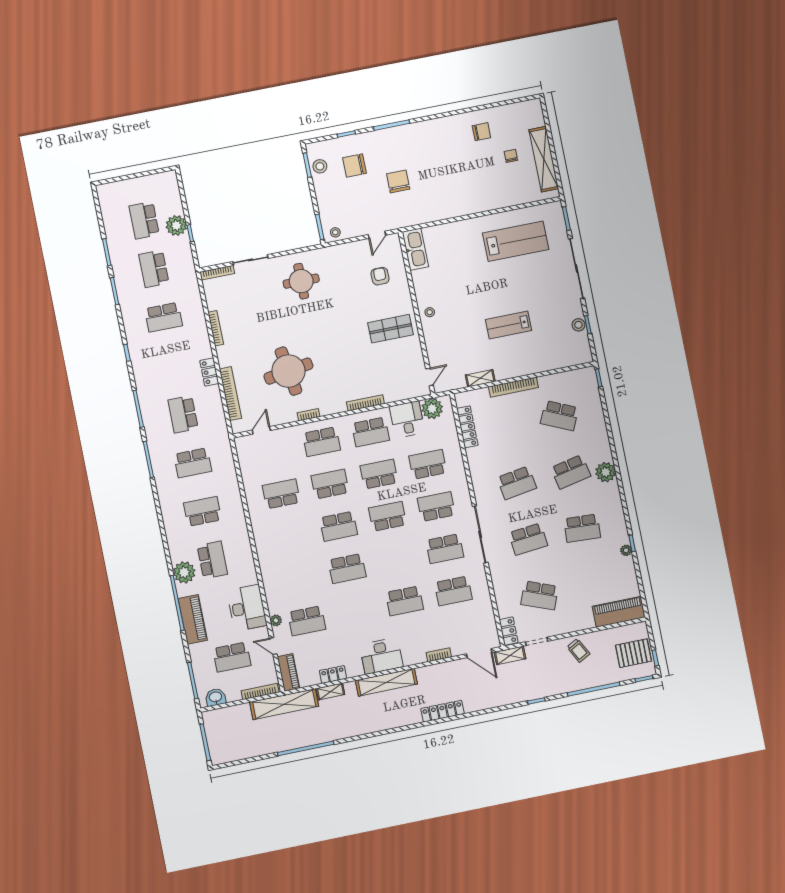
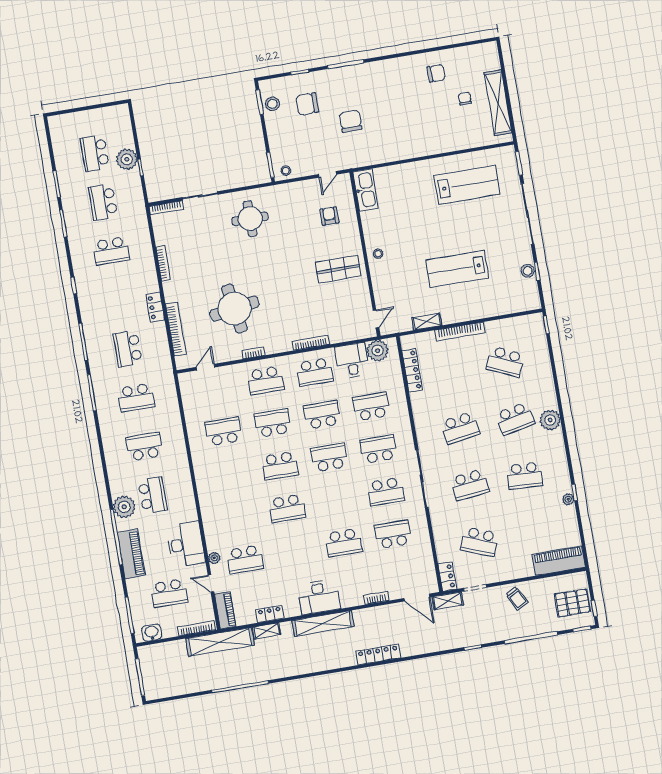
lab bench: (509, 325) -> (457, 269), width x1.36, depth x1.39
school desk: (453, 591) -> (393, 534), turned 180

